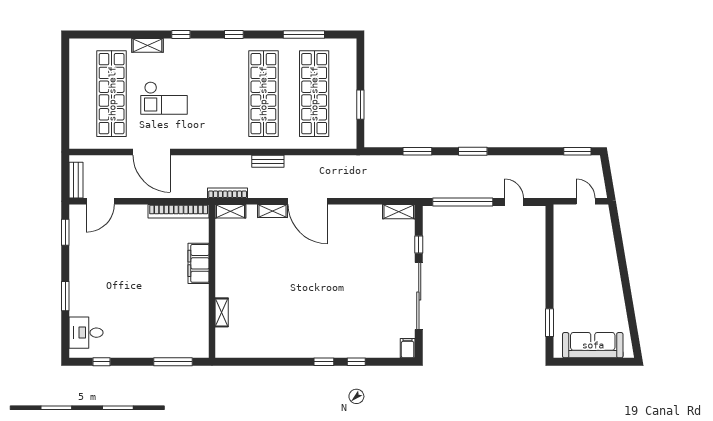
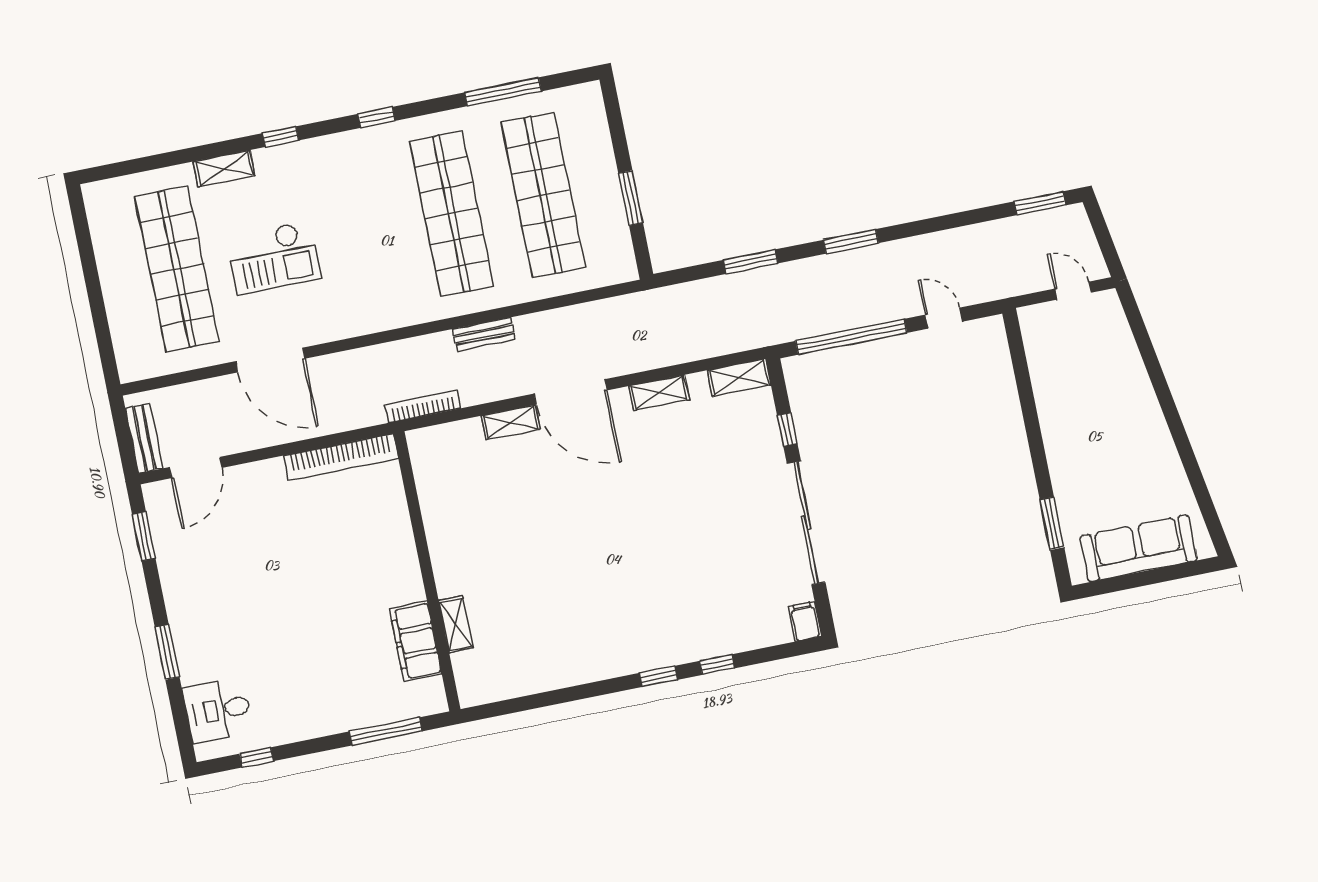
shelving: (230, 211) -> (659, 393), moved
filing cabinet: (199, 263) -> (416, 641), moved

